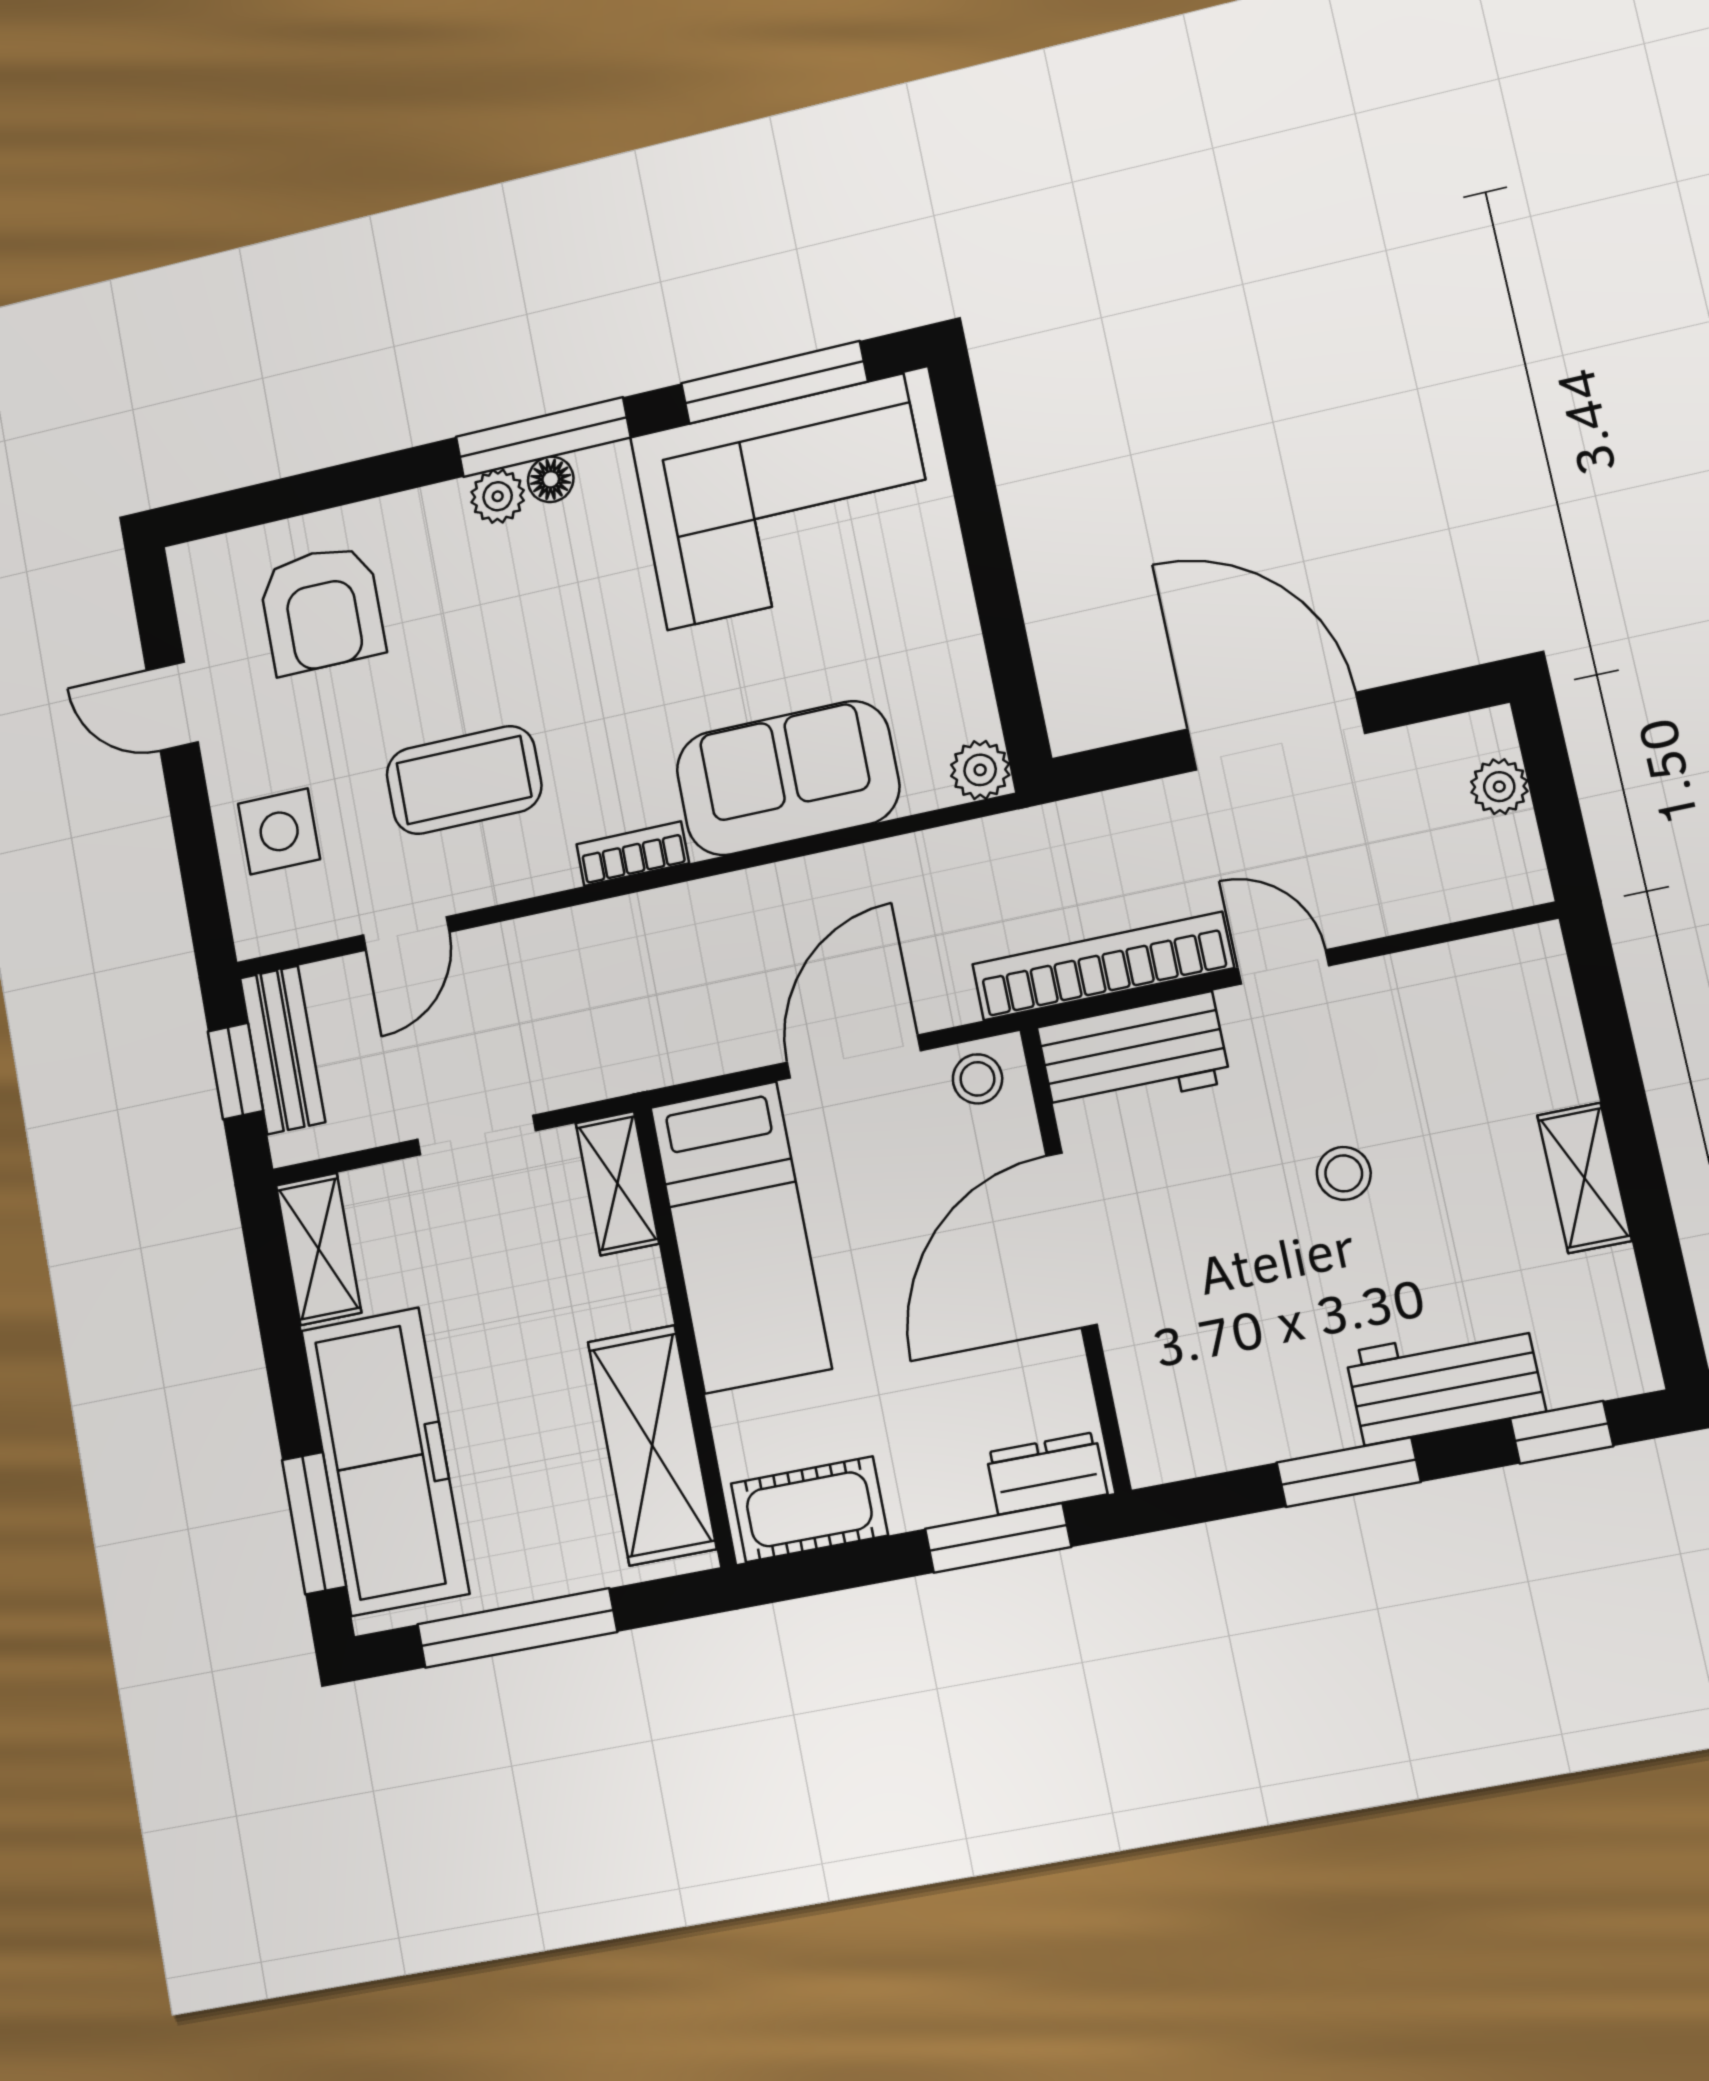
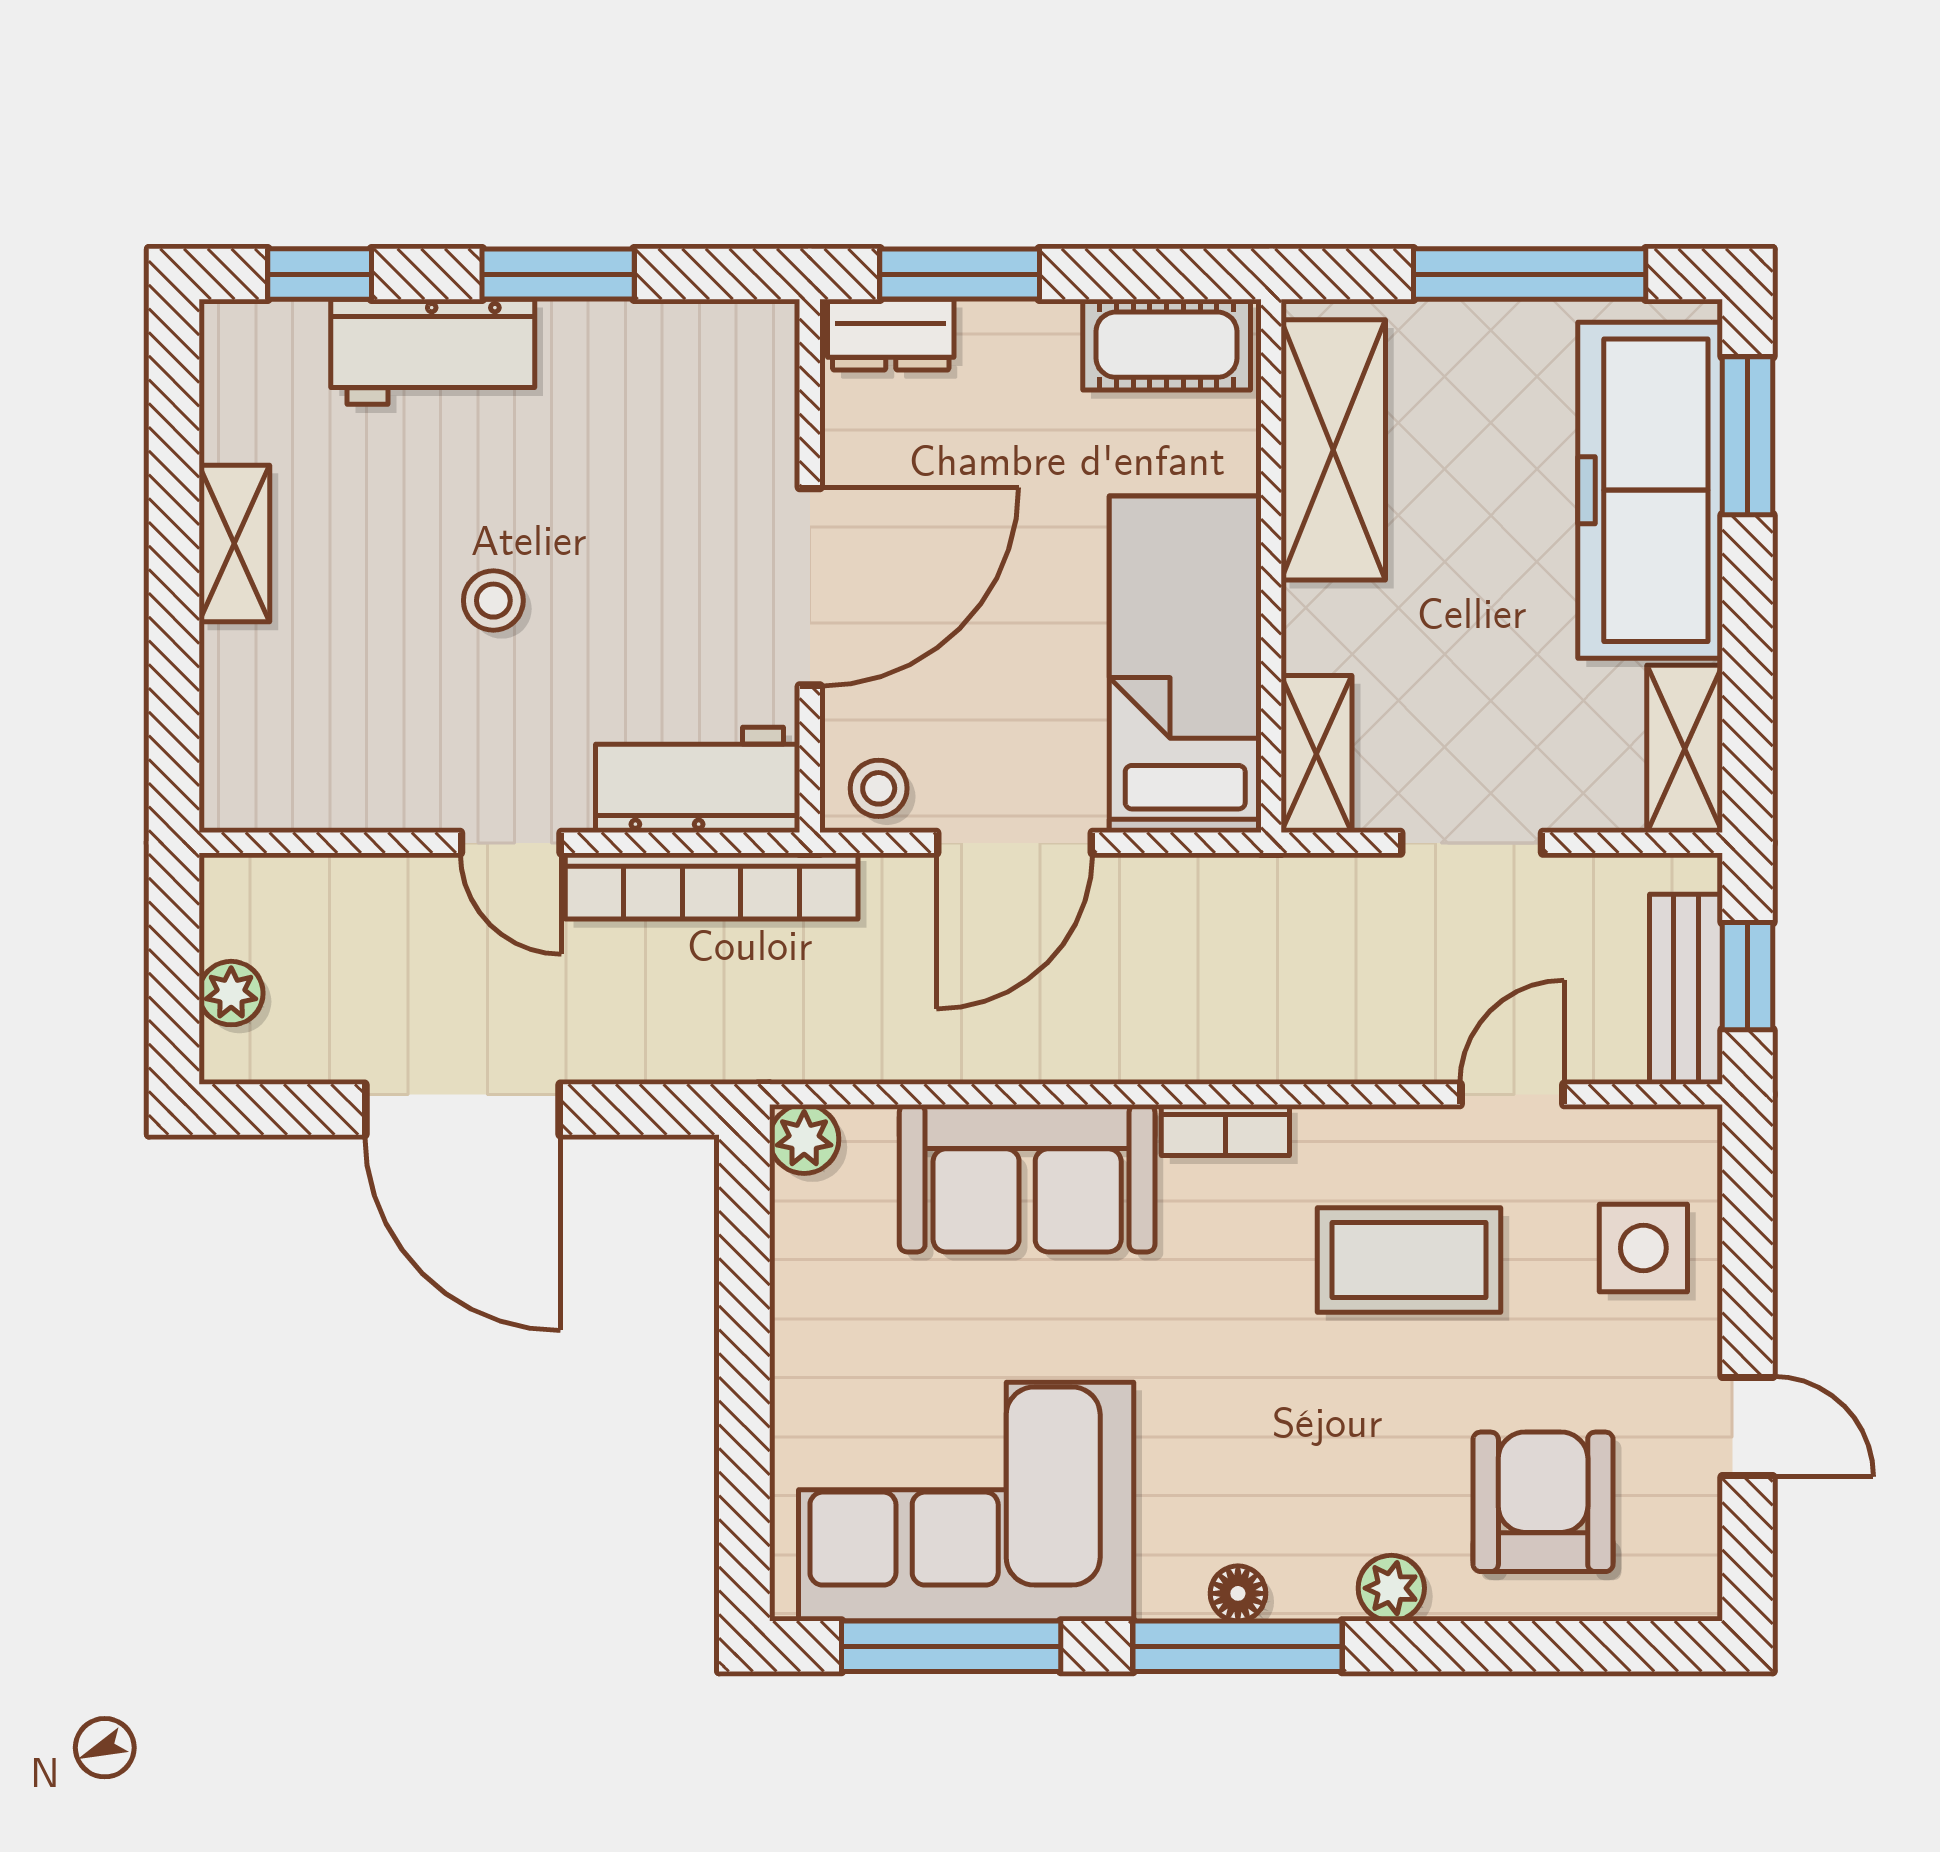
plant: (498, 496) -> (1391, 1588), moved

